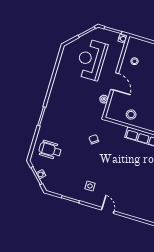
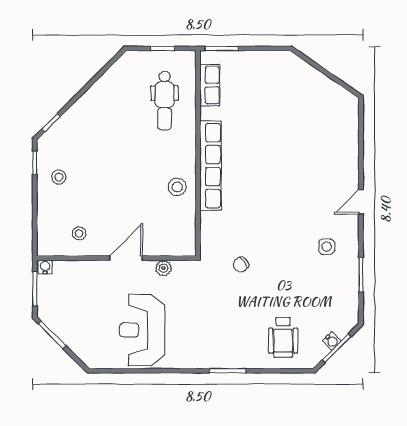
reception desk: (91, 60) -> (142, 330), moved, turned 90
stool: (131, 115) -> (177, 187), moved

